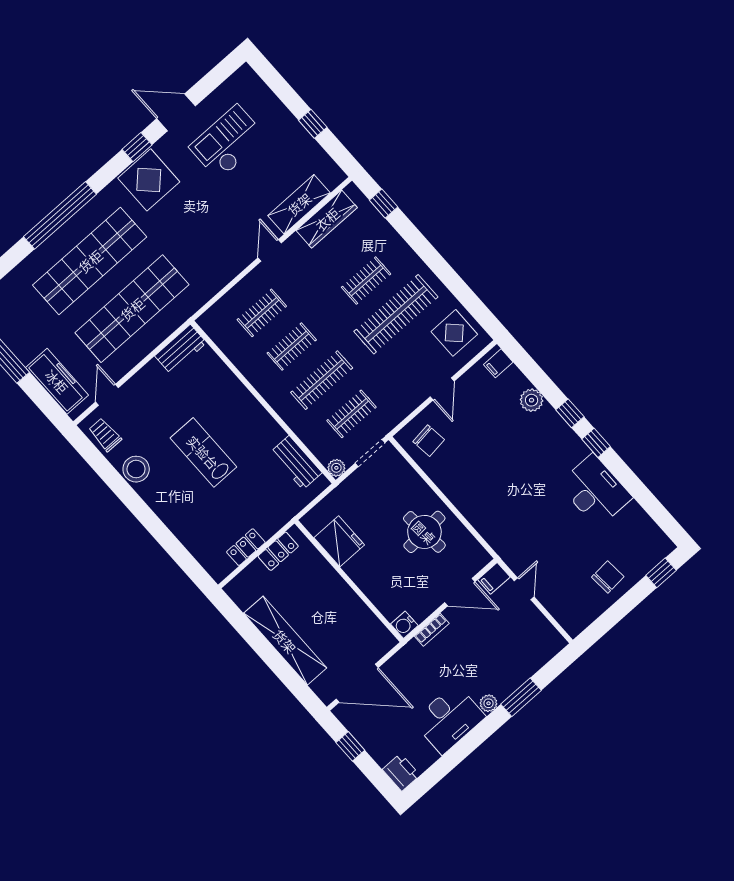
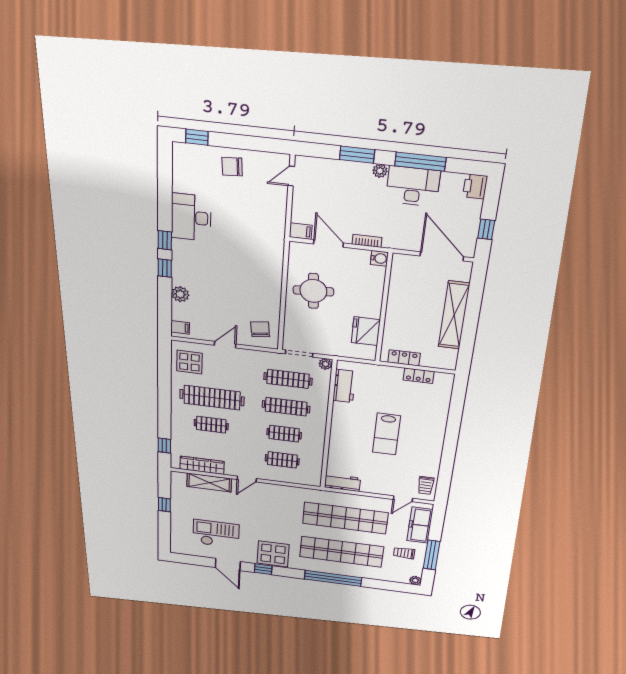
checkout: (228, 142) -> (216, 534), turned 180
trolley: (32, 329) -> (404, 553), added
clothes rail: (351, 414) -> (288, 379), width x1.36
stool: (136, 469) -> (430, 459), removed
door: (524, 589) -> (291, 176), moved
window: (466, 746) -> (420, 162), added

